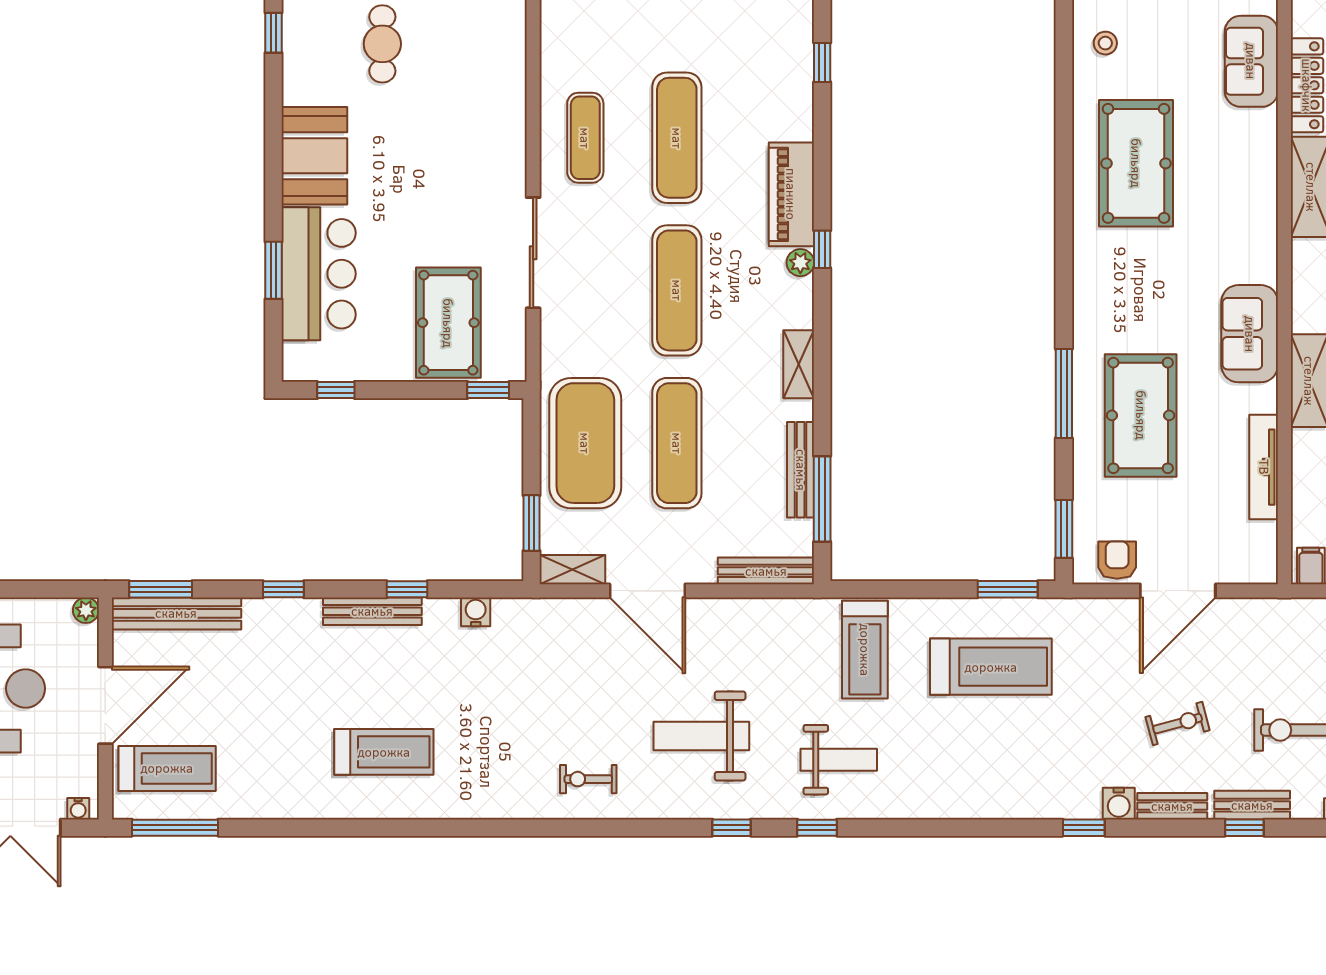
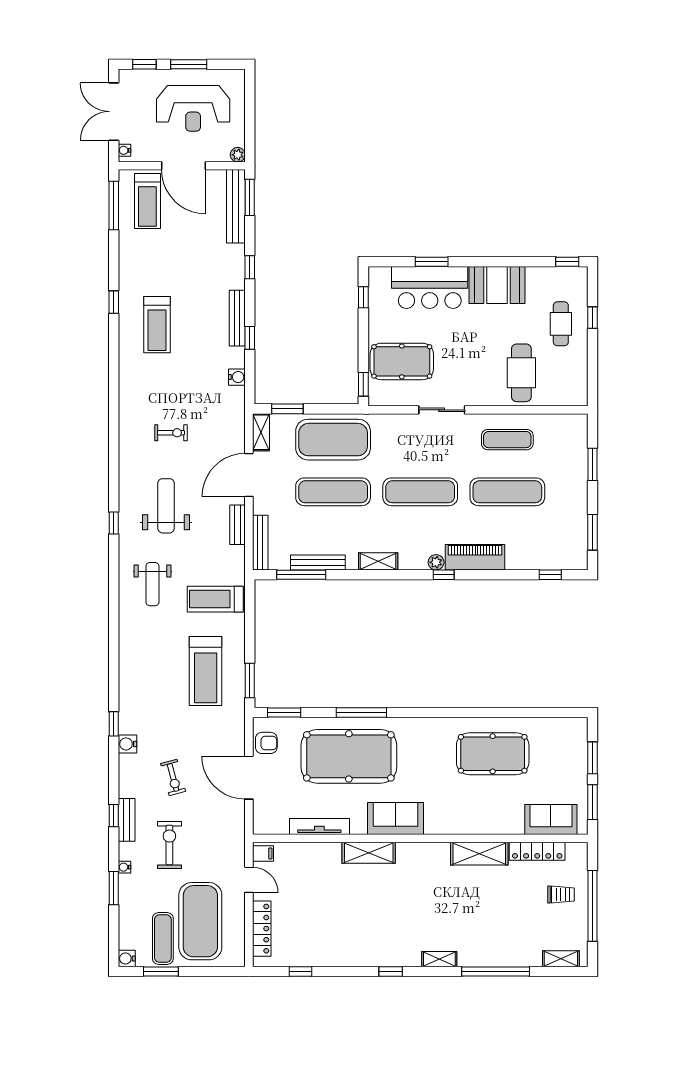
stool: (1105, 43) -> (561, 736), removed
cafe table: (382, 44) -> (561, 324), turned 90
cafe table: (468, 113) -> (521, 373), added
sliding door: (533, 253) -> (442, 410), width x0.73
pool table: (1141, 415) -> (349, 756), width x1.36, depth x1.32
exercise bike: (588, 779) -> (171, 433), moved, turned 90
bench: (1172, 806) -> (237, 525), moved
window: (817, 828) -> (114, 302), moved

